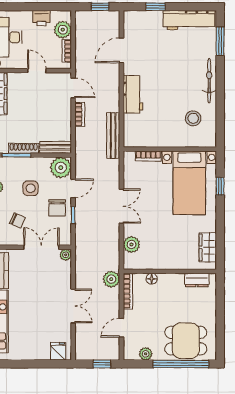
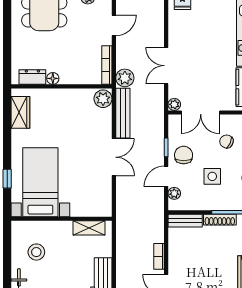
bench: (113, 136) -> (123, 113), moved
shelving: (144, 141) -> (89, 228), added
bookcase: (148, 156) -> (85, 211), removed
plant: (61, 168) -> (174, 193), width x0.53, depth x0.53
double door: (121, 206) -> (114, 157), swing flipped
plant: (132, 244) -> (103, 99), moved
floor lamp: (152, 279) -> (53, 78), moved
double door: (73, 306) -> (166, 66), moved

